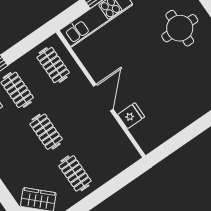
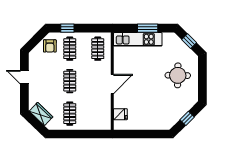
fridge: (131, 116) -> (120, 114), moved

